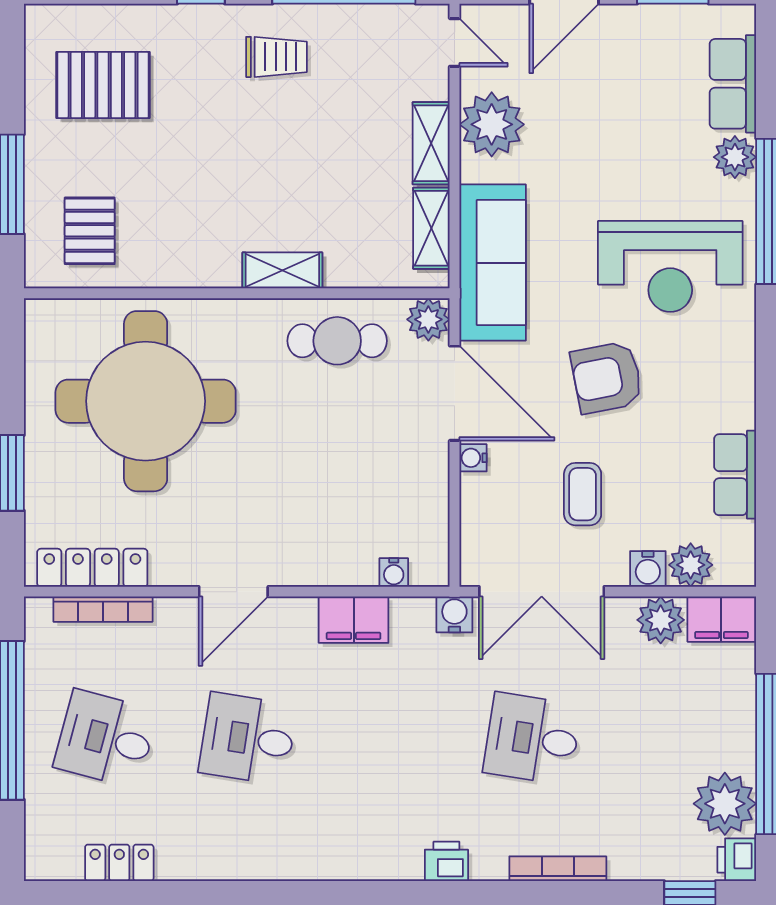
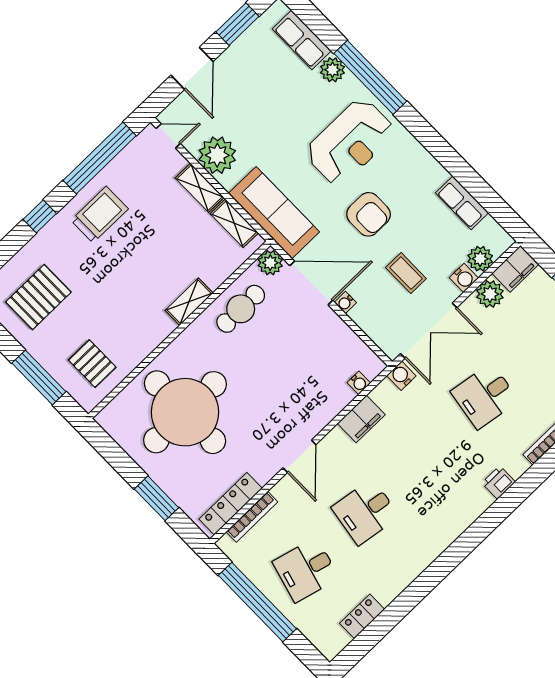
trolley: (276, 57) -> (100, 215), width x1.36, depth x1.39
armchair: (607, 377) -> (369, 214), turned -79

